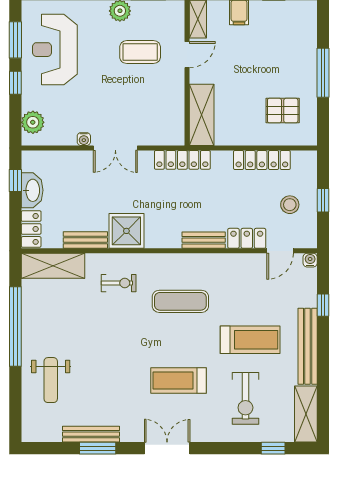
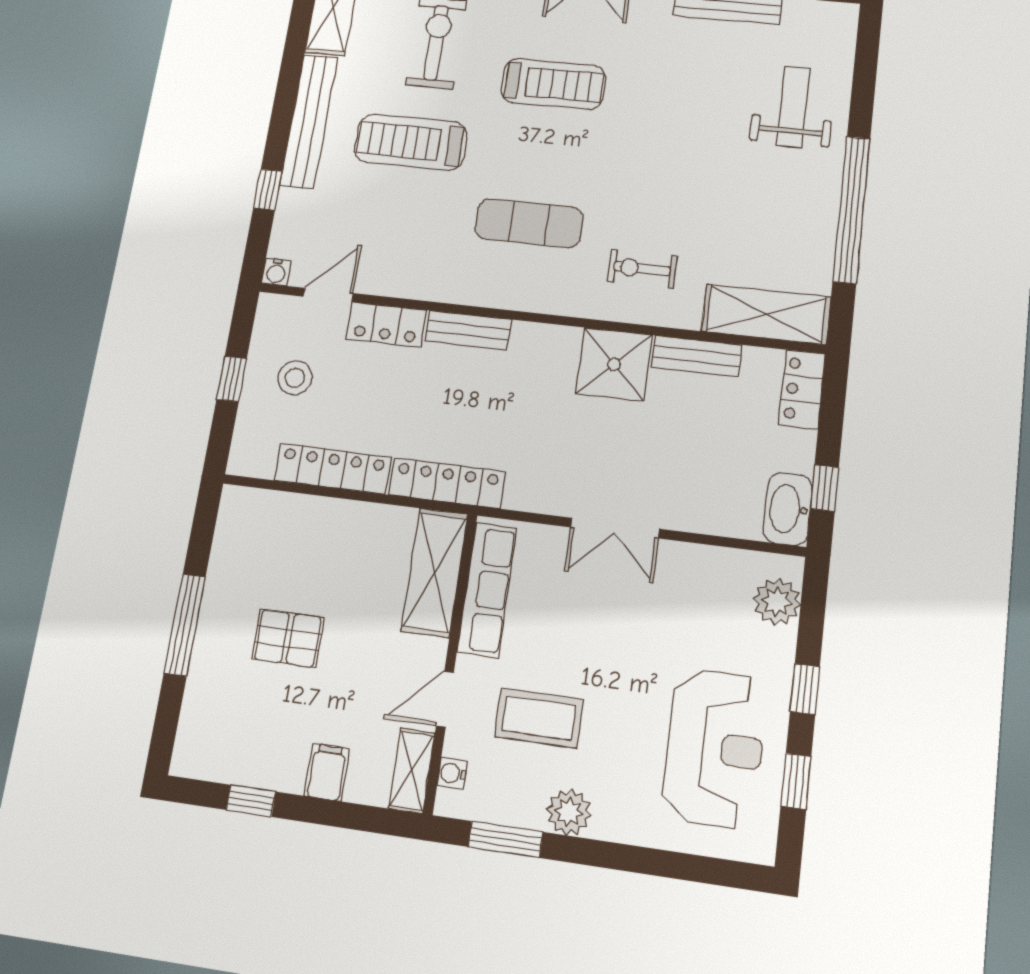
window: (15, 40) -> (796, 781), width x0.67
row of seats: (174, 110) -> (487, 590), added
pallet: (283, 111) -> (288, 638), moved
water cooler: (84, 139) -> (452, 773), moved, turned -90
double door: (115, 148) -> (615, 528), swing flipped
locker: (182, 160) -> (447, 483), moved
washbasin: (32, 190) -> (788, 509), moved

